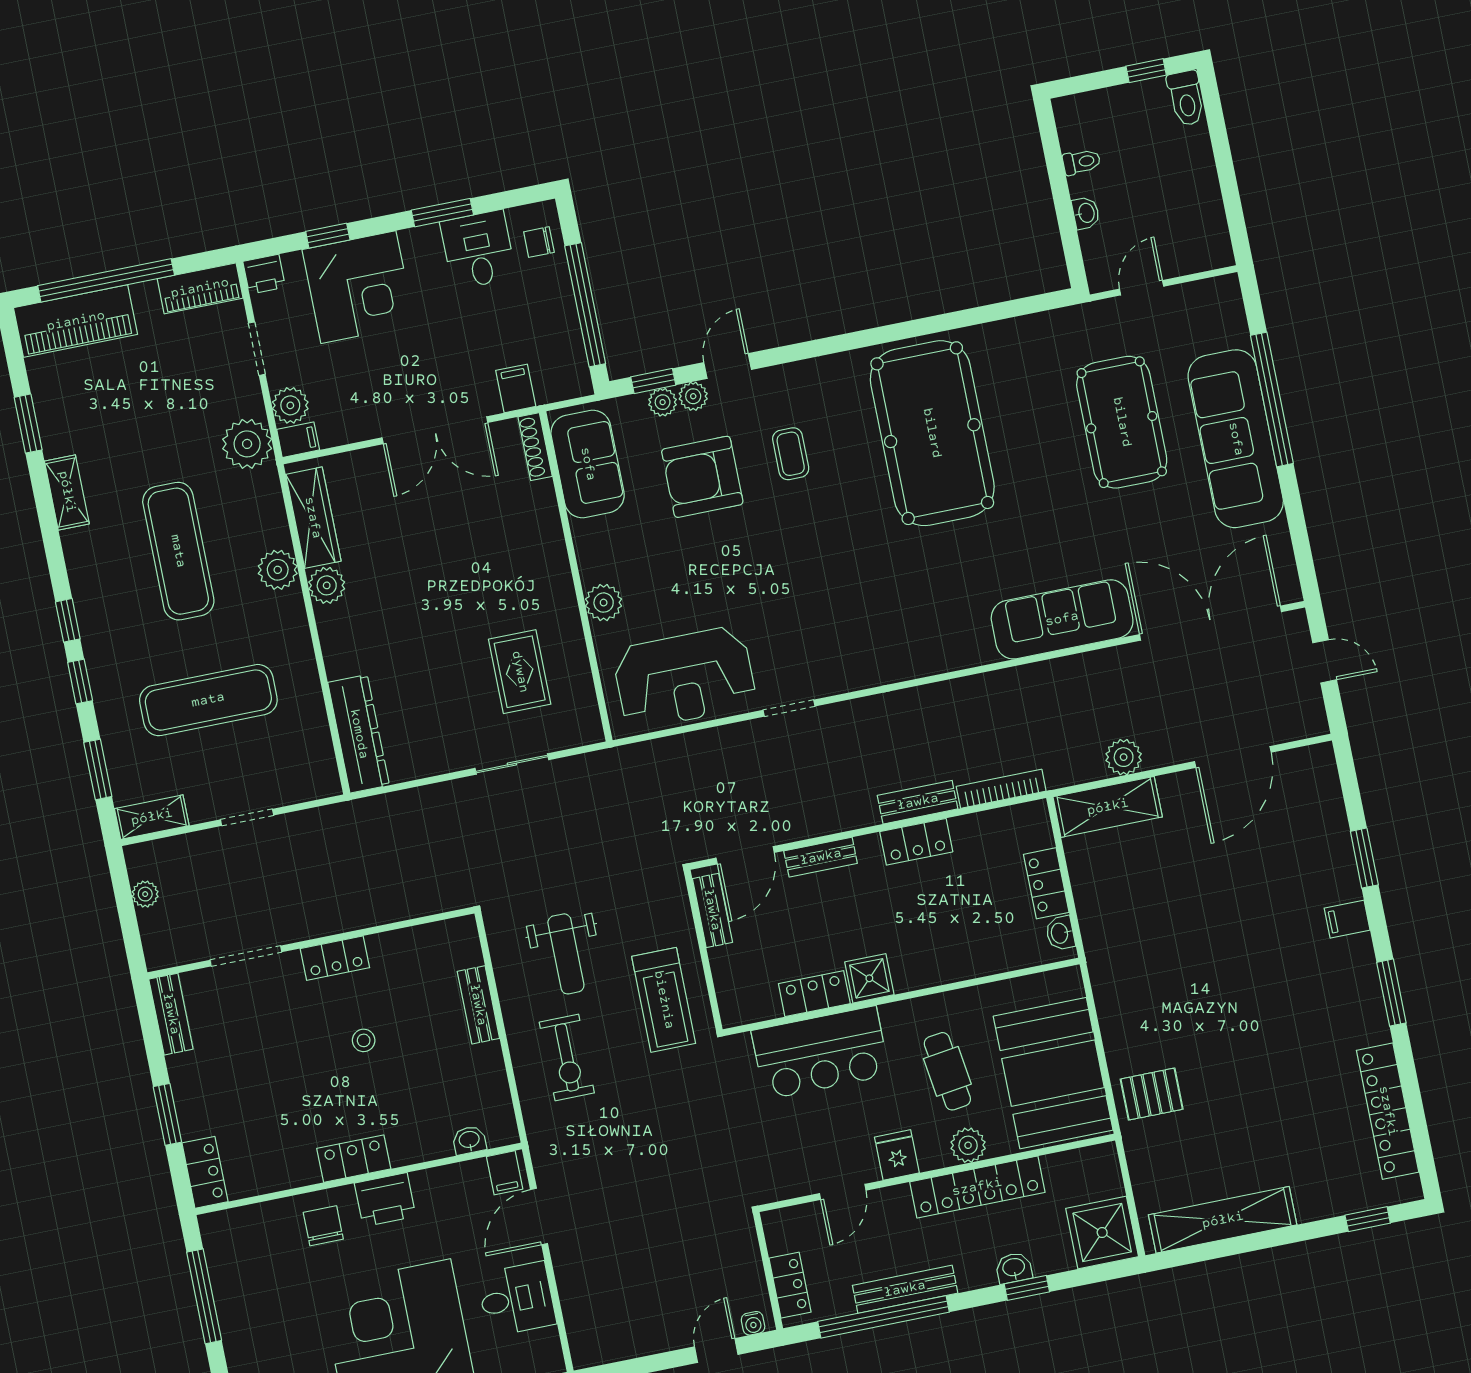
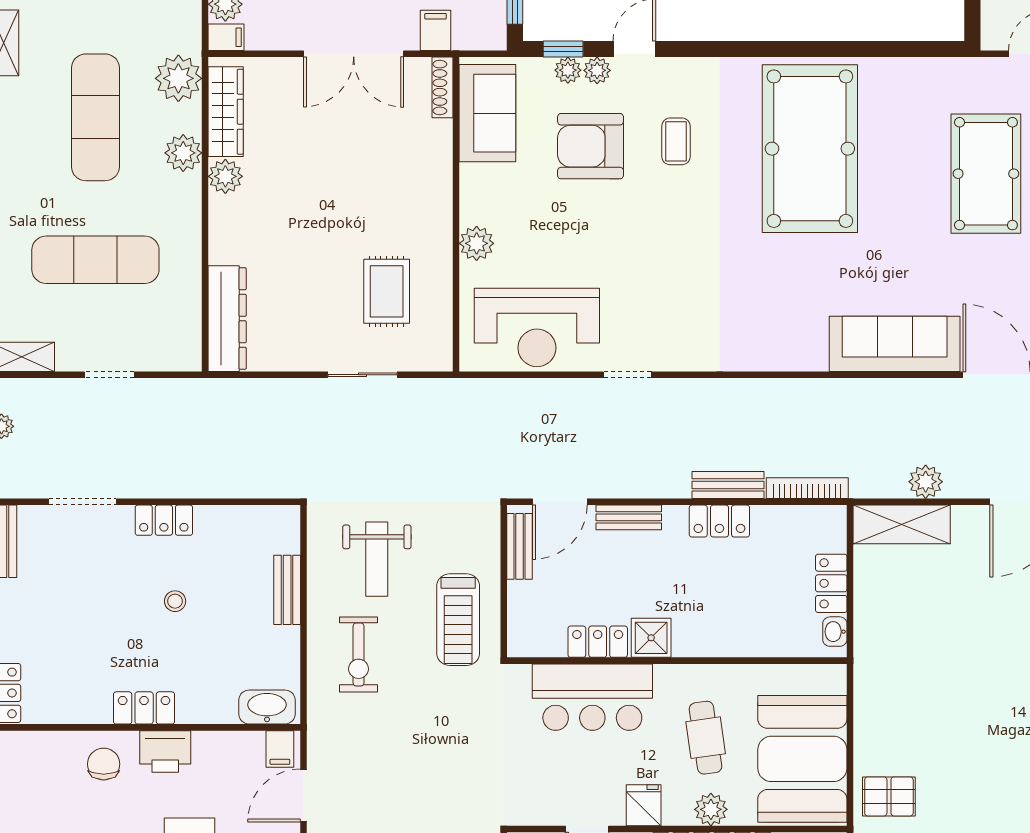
plant: (247, 444) -> (178, 78), moved
washbasin: (469, 1140) -> (267, 707), width x1.91, depth x1.45

